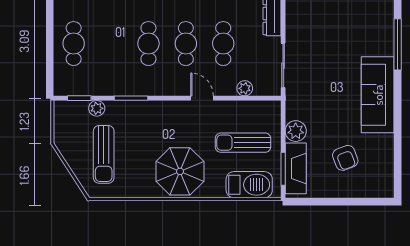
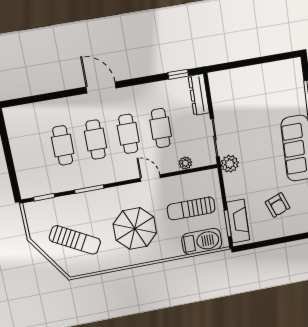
cafe table: (74, 44) -> (63, 145), moved
plant: (97, 108) -> (61, 203), removed
plant: (296, 131) -> (230, 164), moved
sun lounger: (104, 154) -> (75, 240), turned -61
parasol: (180, 171) -> (135, 229), moved

